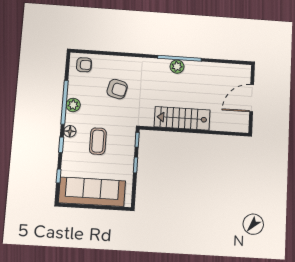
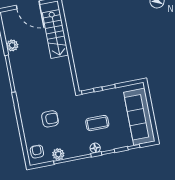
plant: (177, 67) -> (12, 45), moved
armchair: (117, 89) -> (50, 119), turned 76
plant: (73, 105) -> (58, 154), moved
stairs: (182, 118) -> (55, 34), moved

